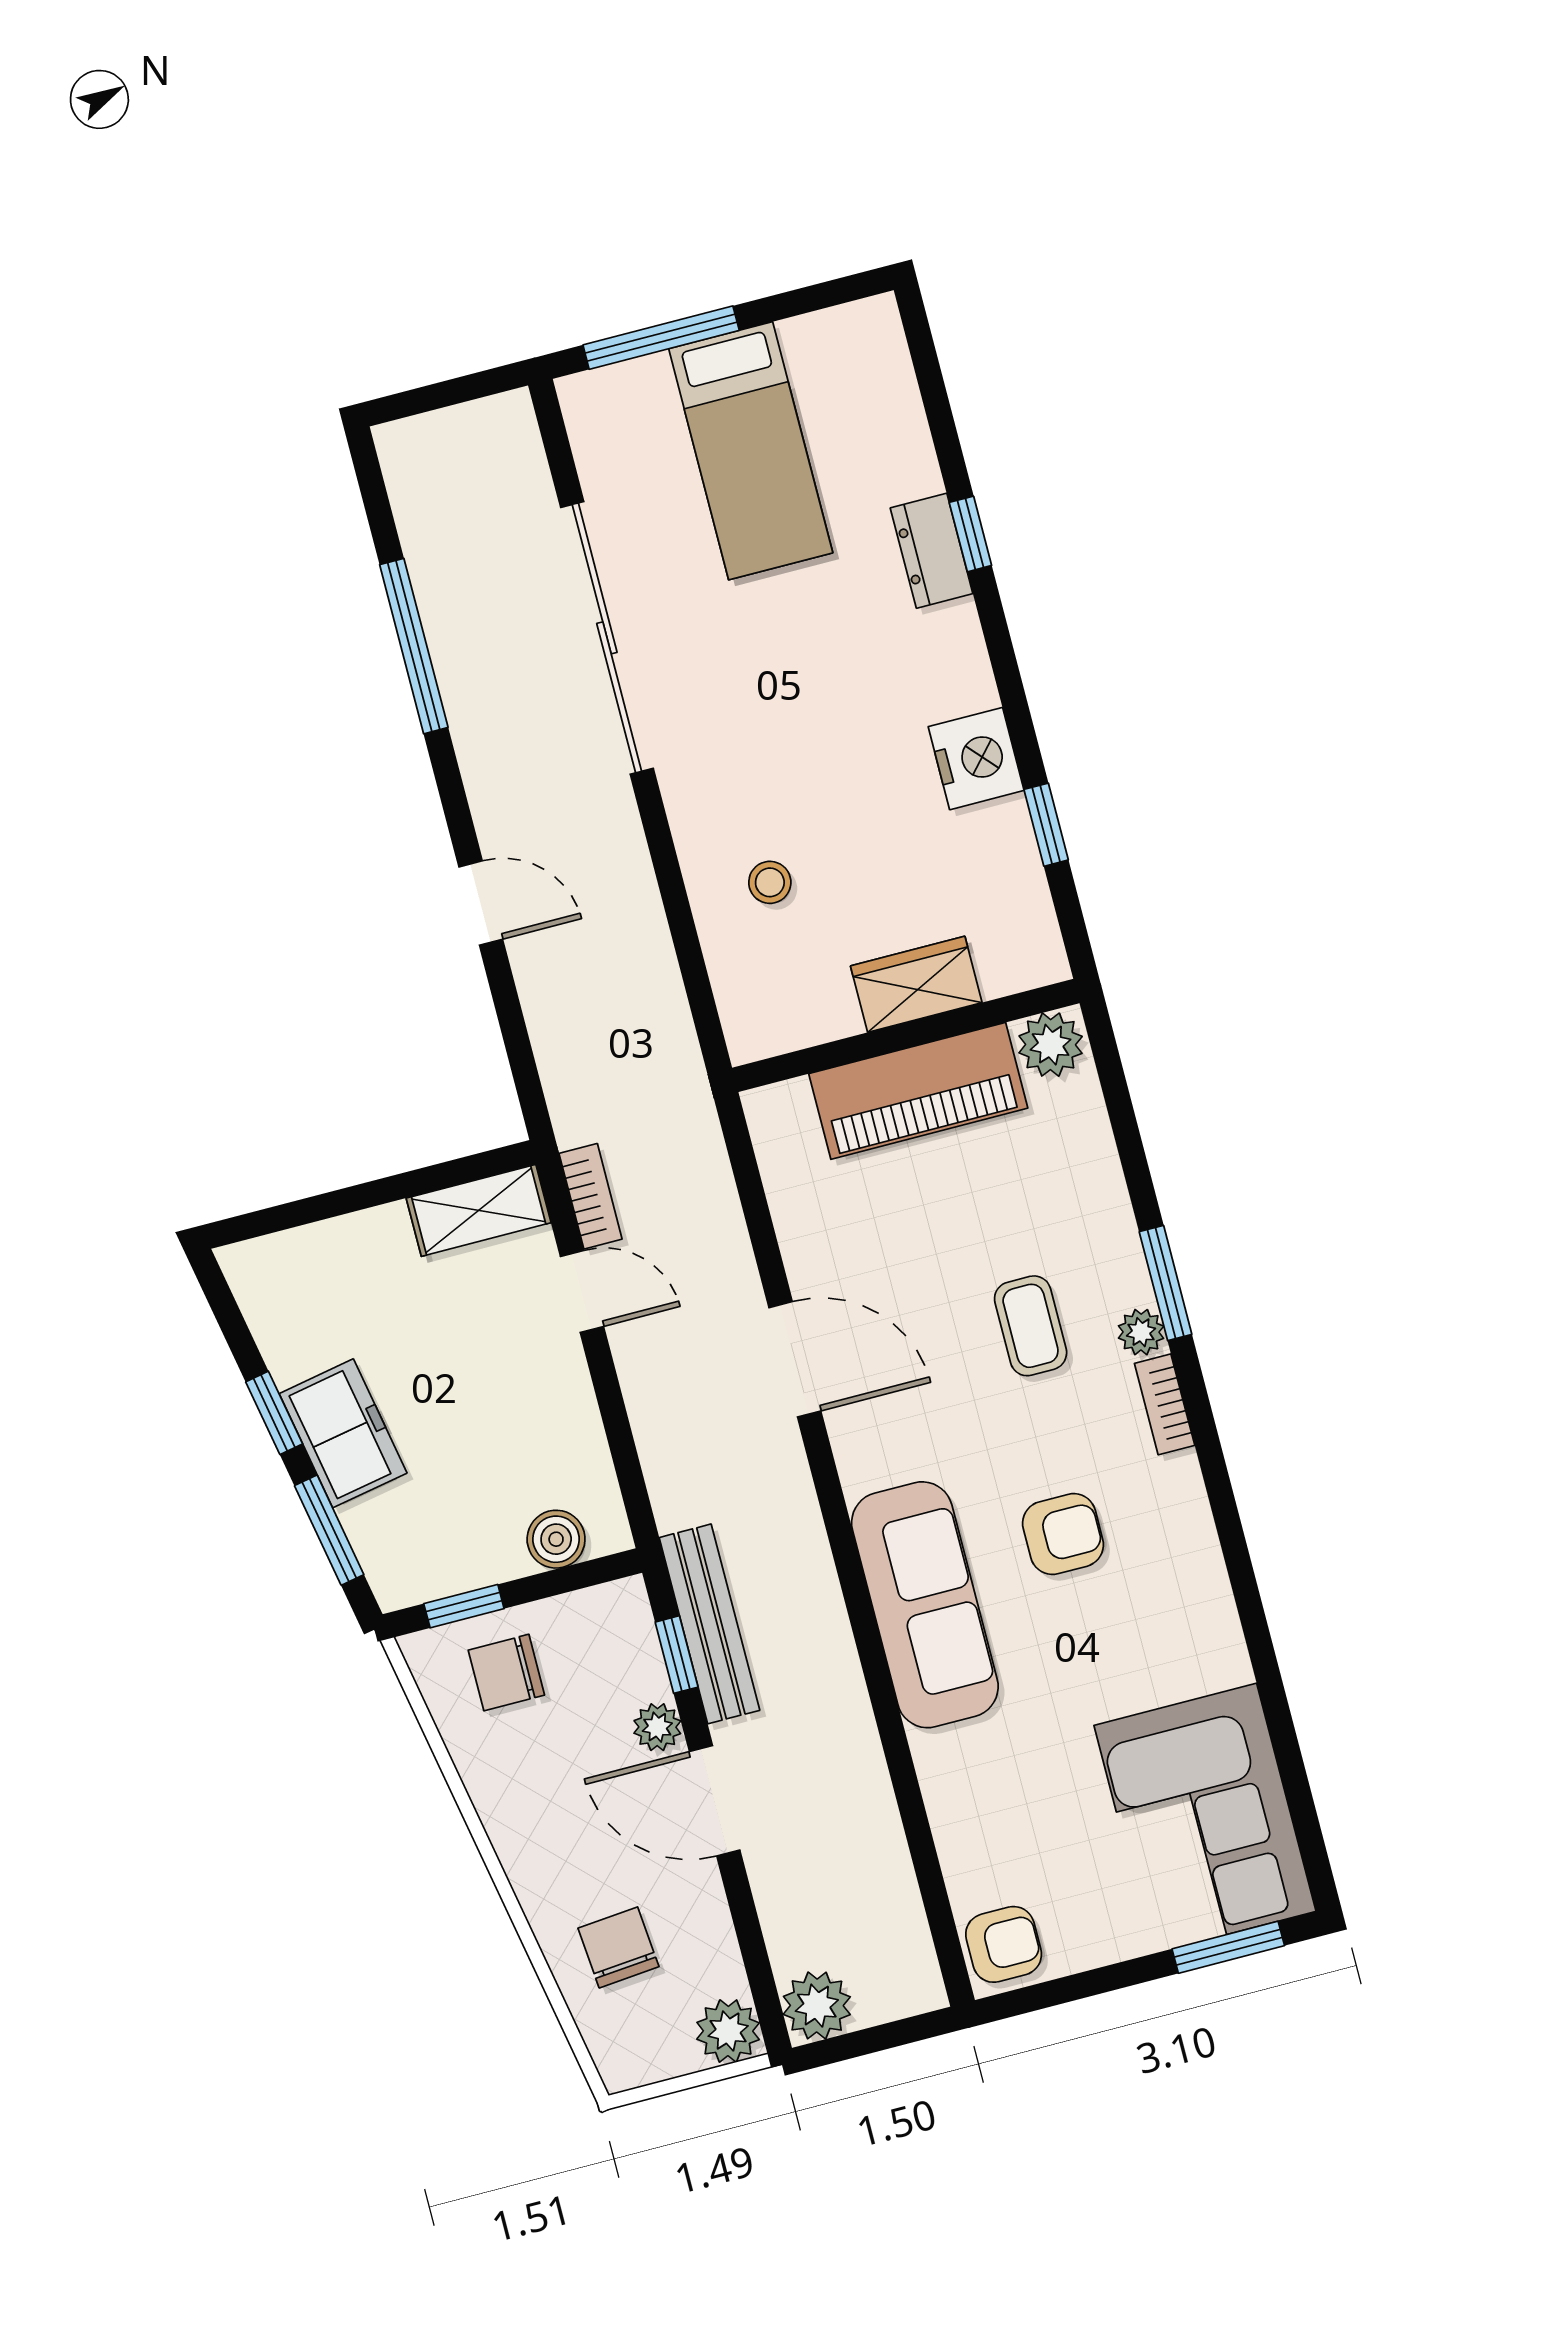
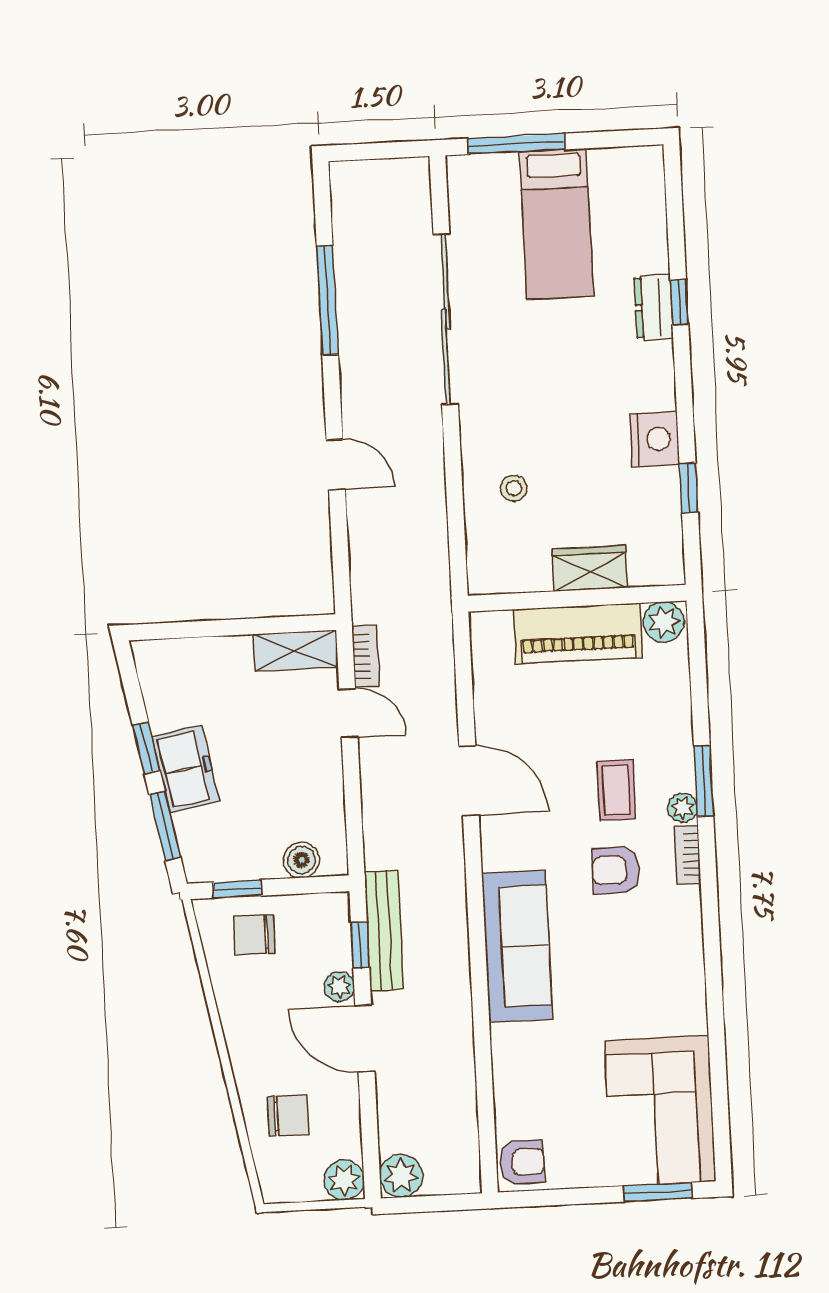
armchair: (1063, 1534) -> (616, 870), moved, turned 180
chair: (618, 1947) -> (288, 1116), turned 95

